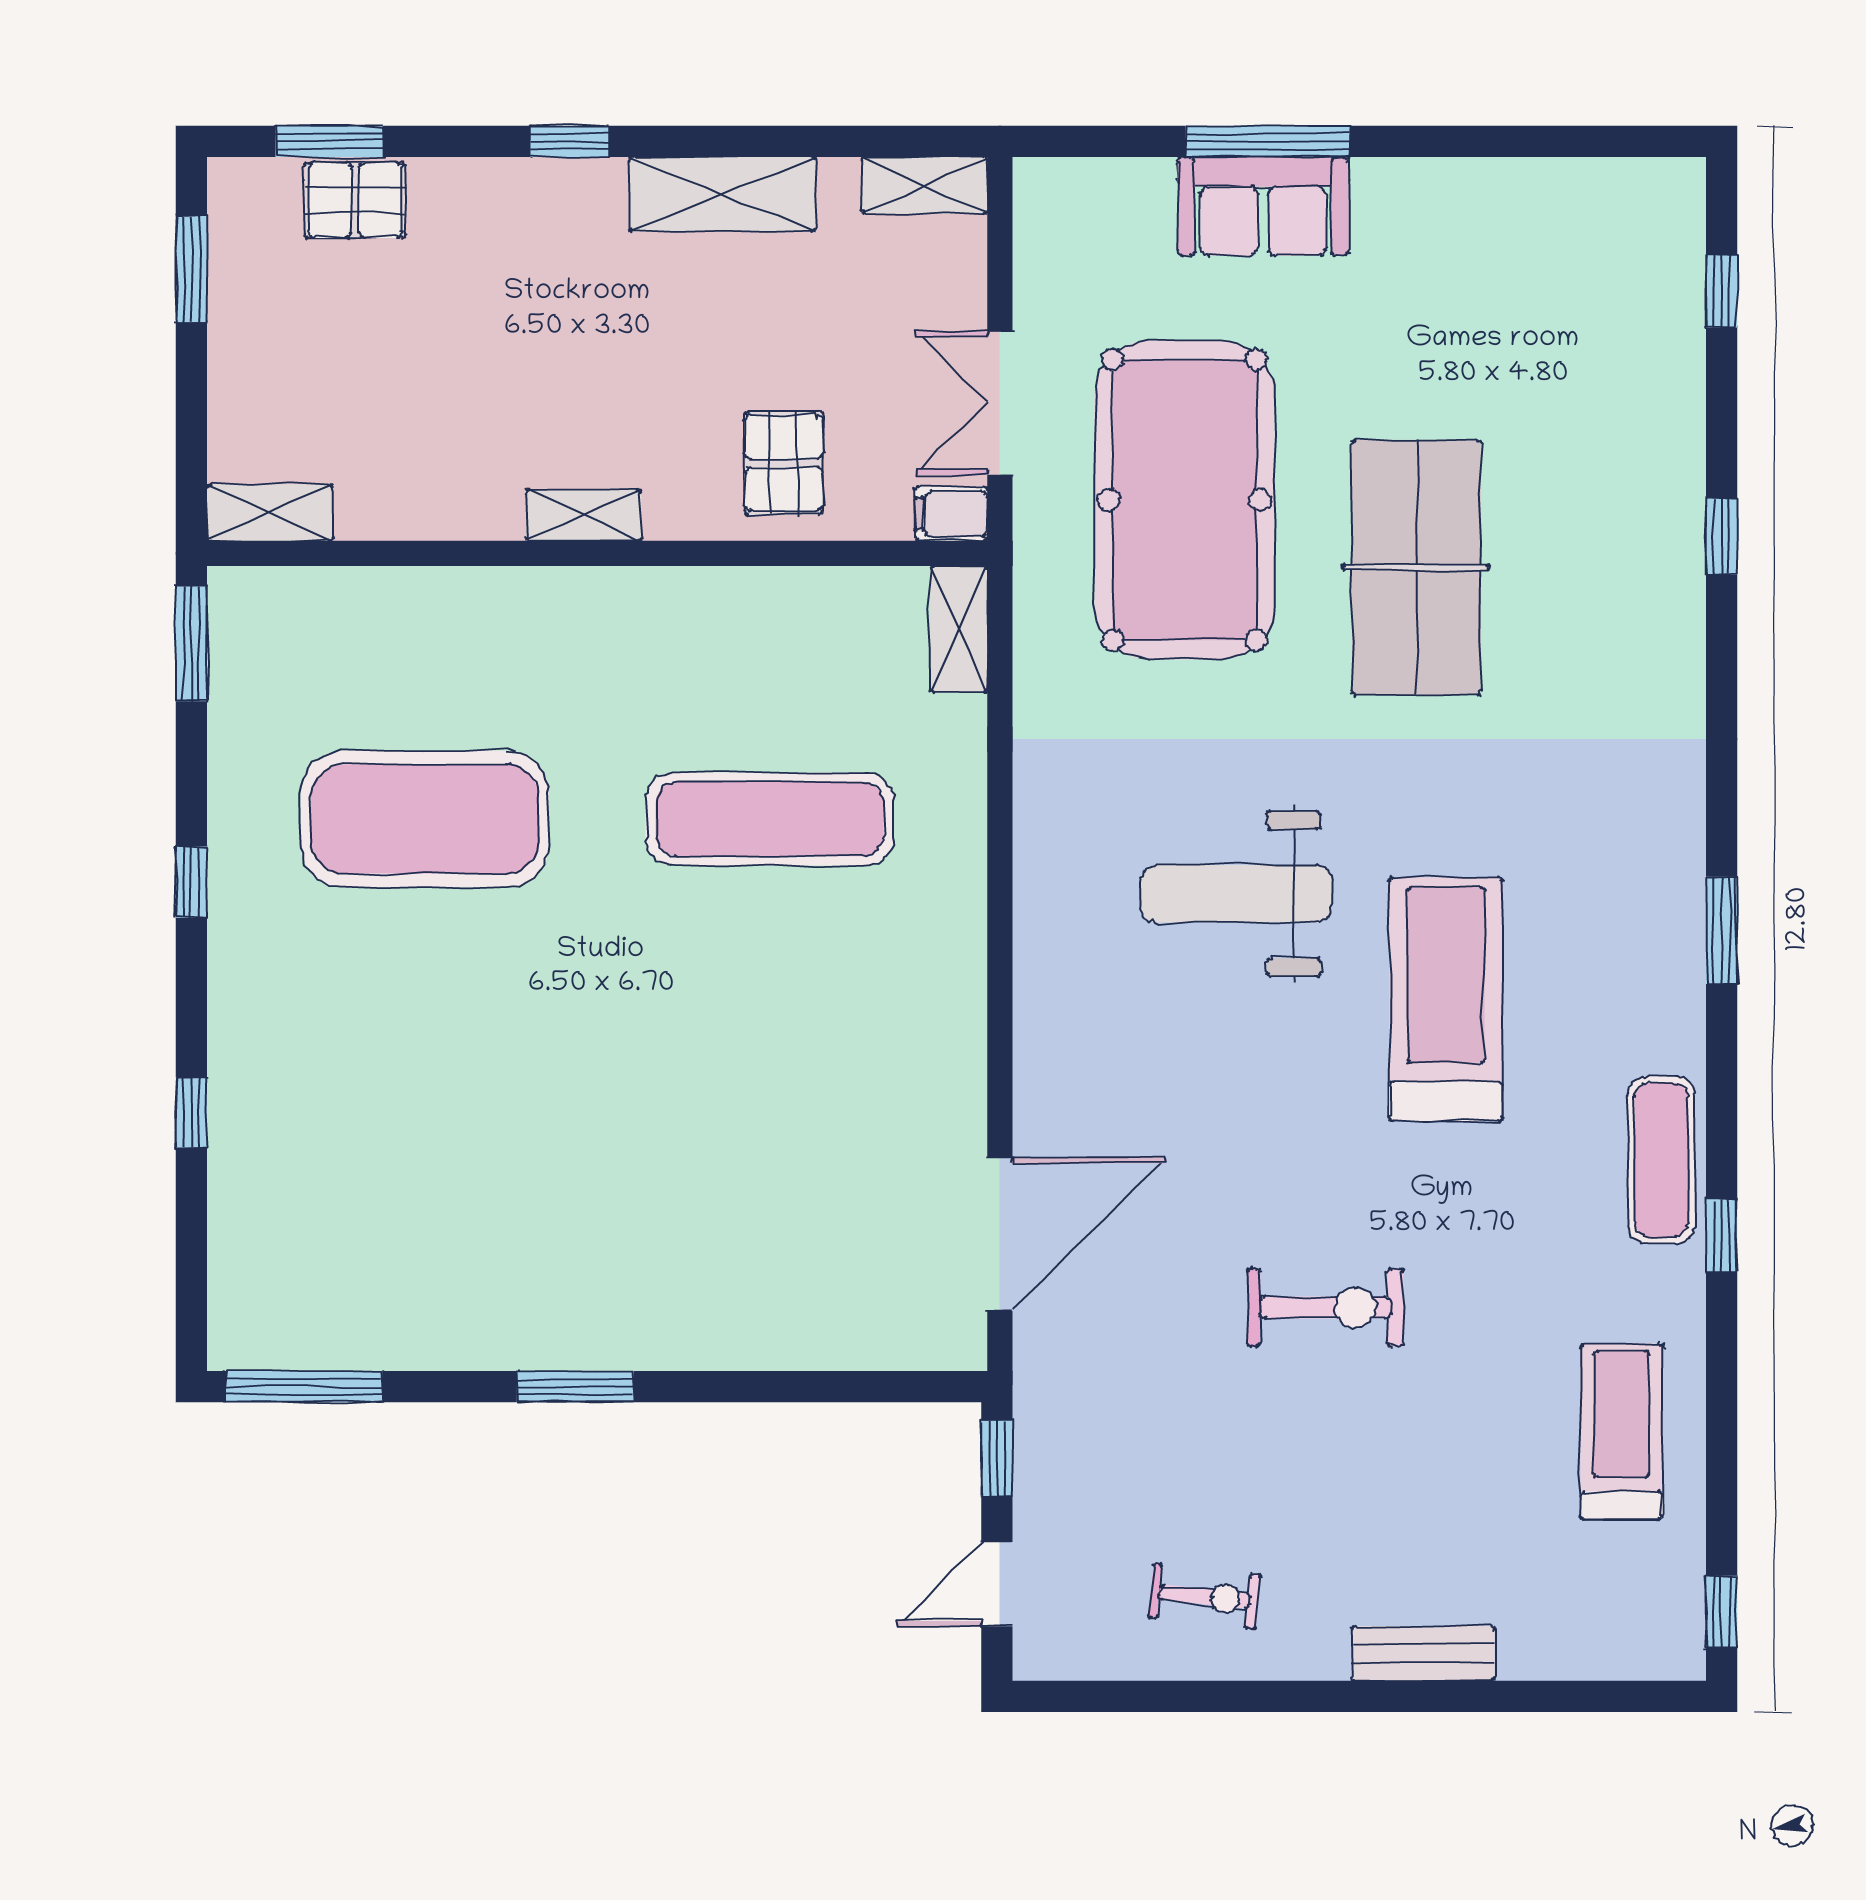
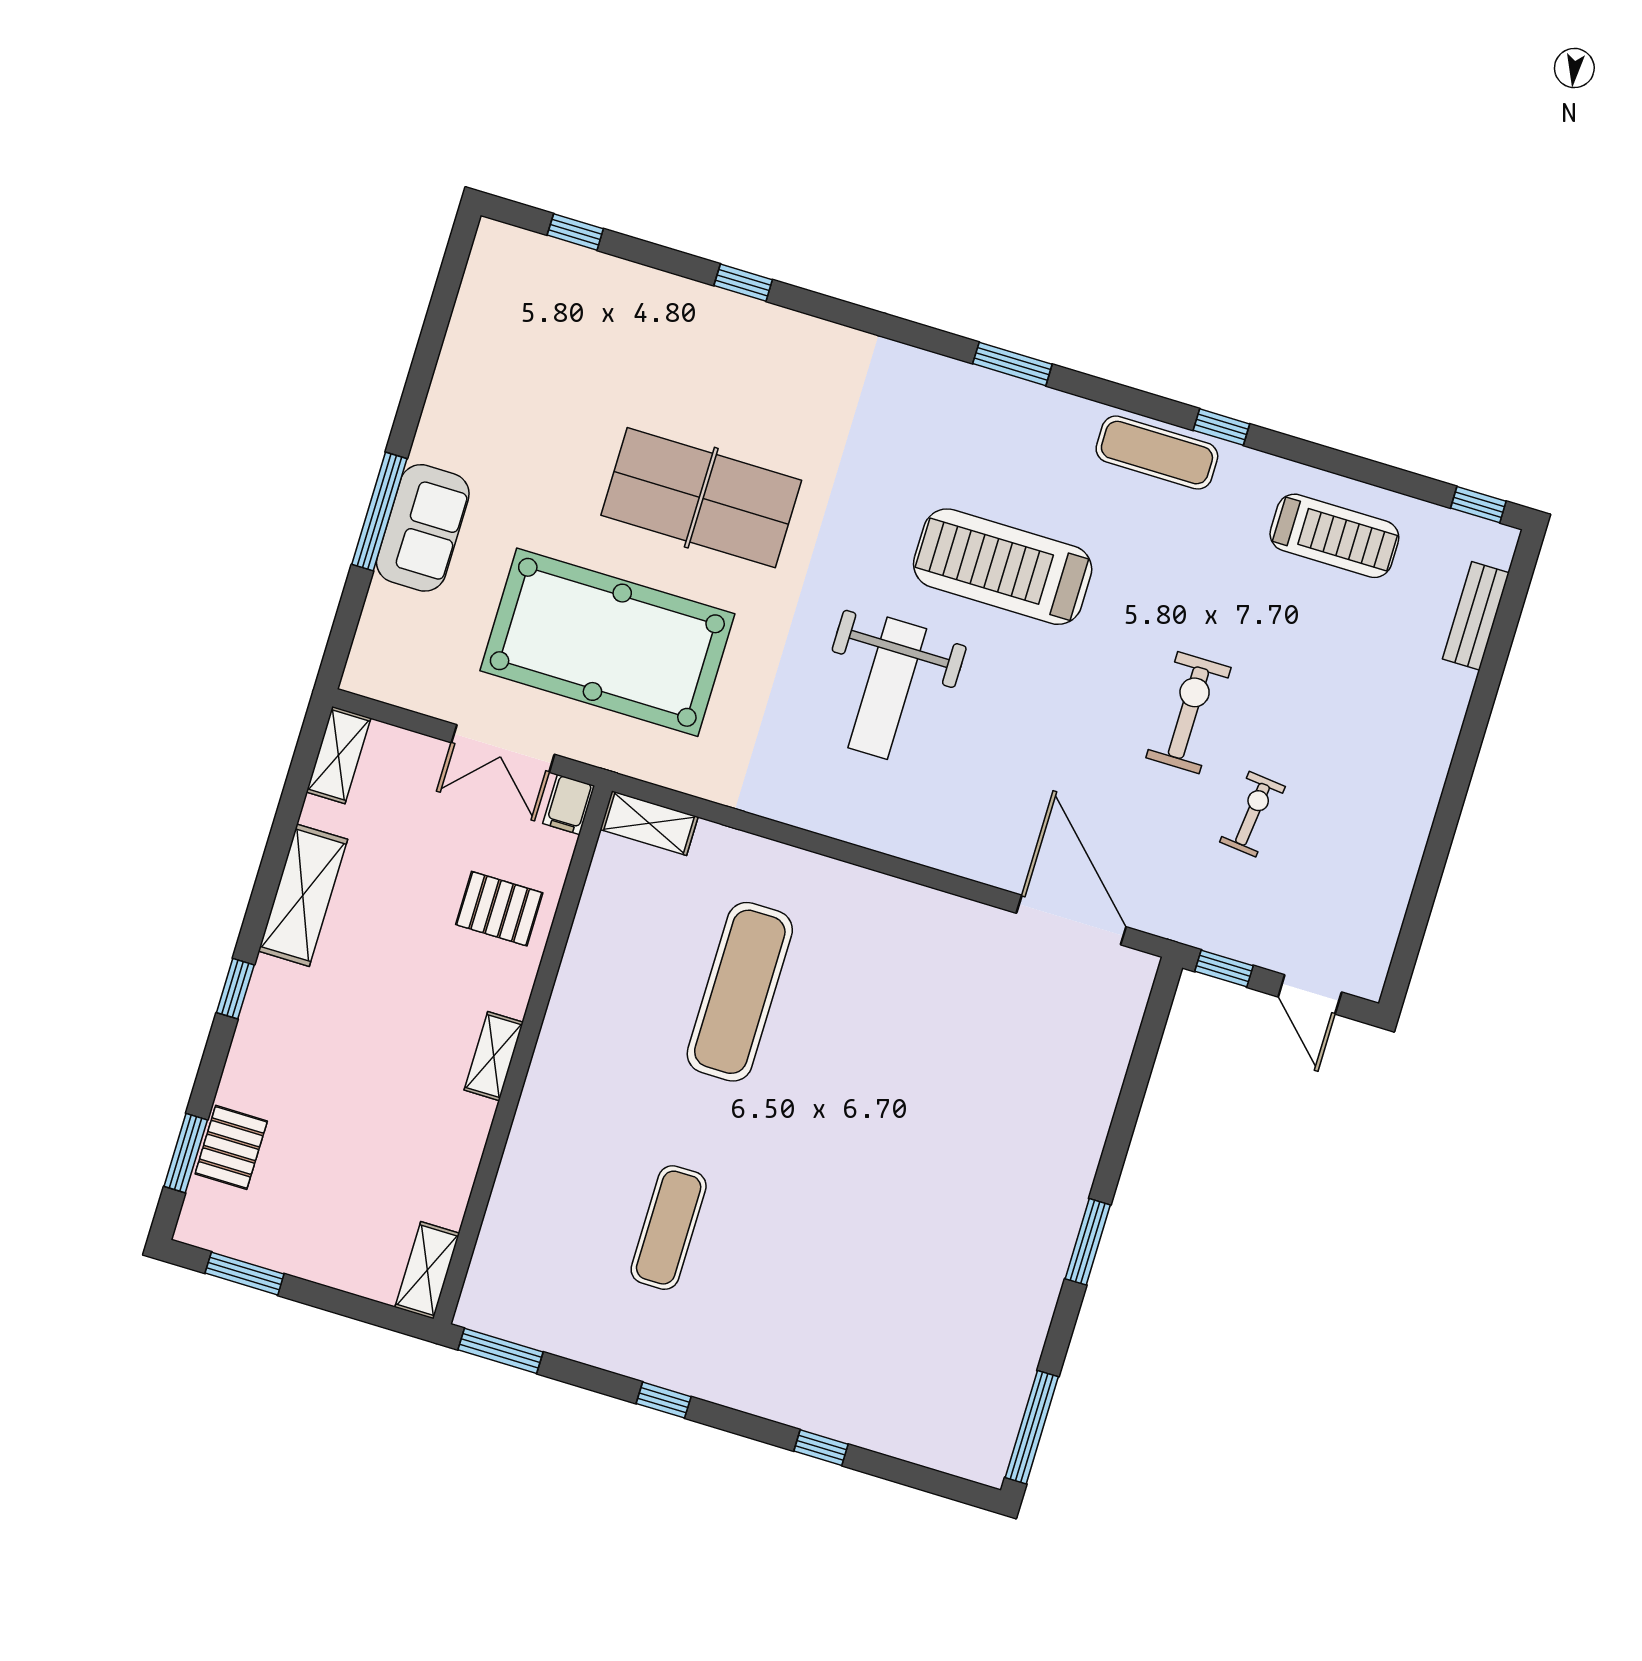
exercise mat: (425, 819) -> (669, 1228), width x0.50, depth x0.69
treadmill: (1622, 1432) -> (1334, 536), turned 180
exercise bike: (1205, 1597) -> (1252, 814), moved
bench: (1423, 1654) -> (1476, 616), moved

